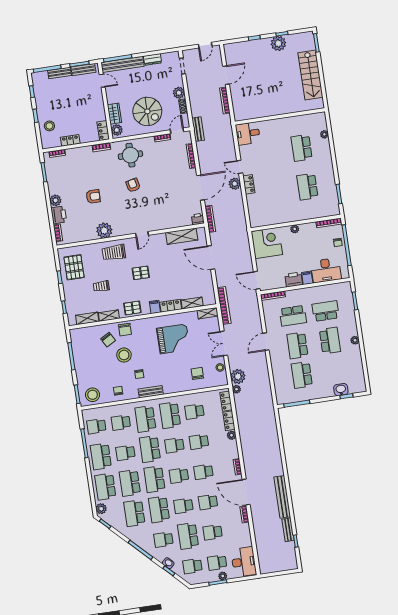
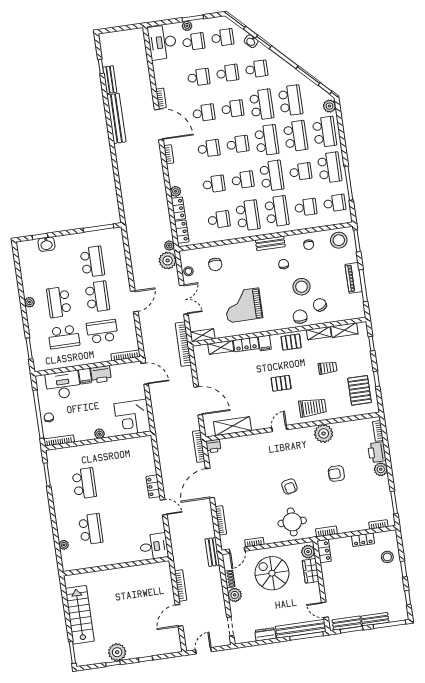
plant: (235, 184) -> (170, 487), removed
piano: (80, 363) -> (354, 278), added
school desk: (188, 536) -> (228, 73), width x0.54

